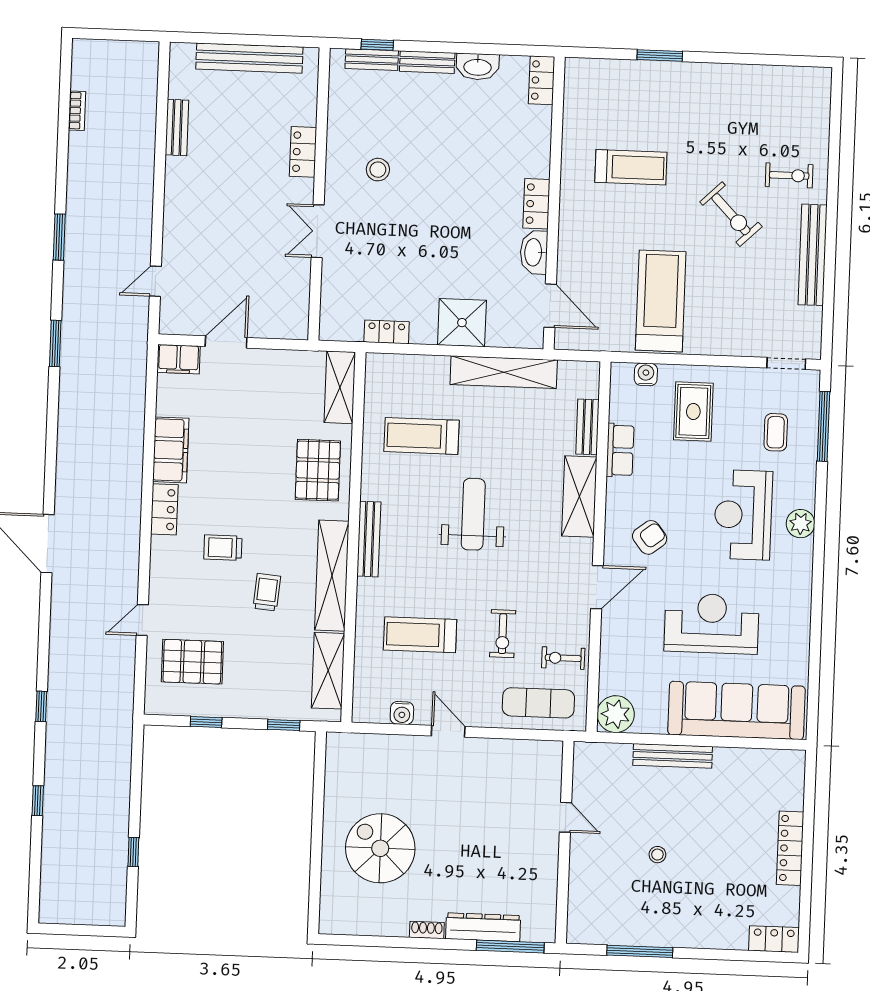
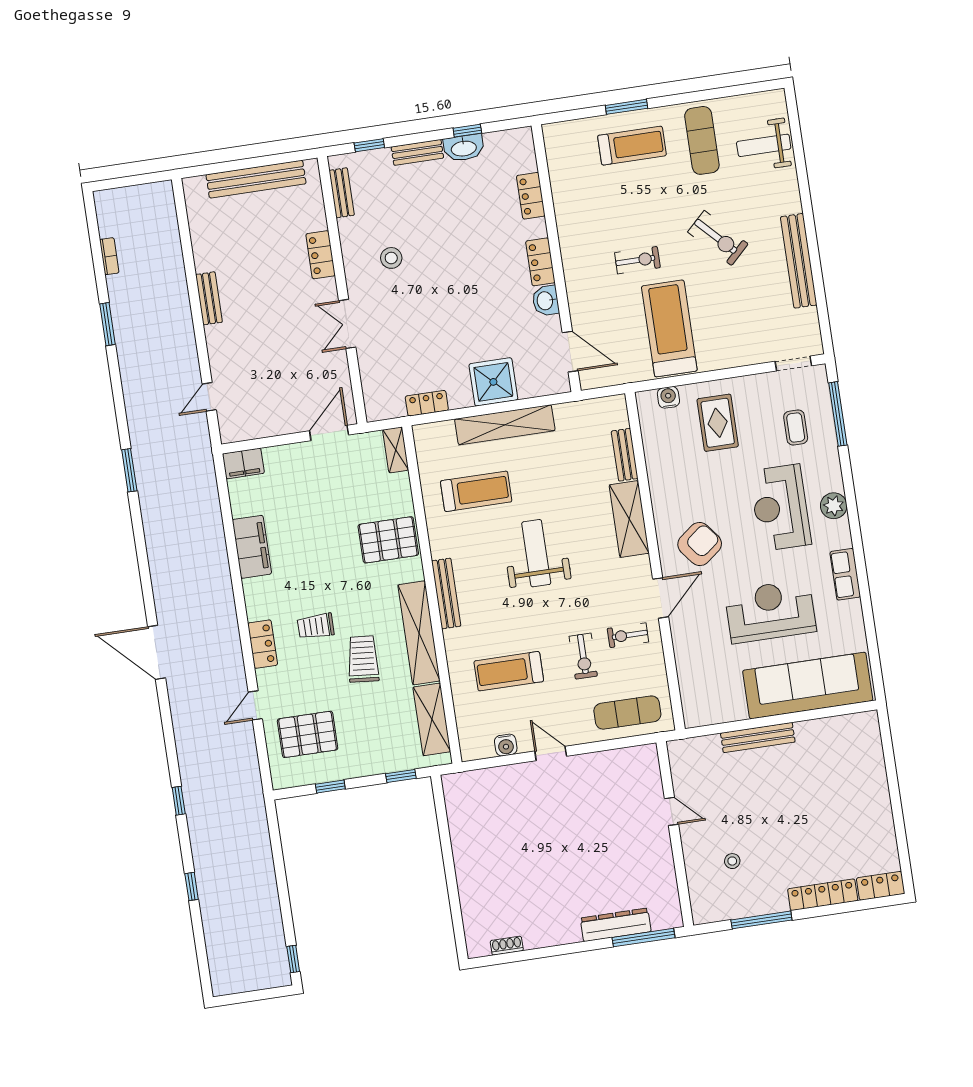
window: (485, 49) -> (467, 131), added
bench: (372, 60) -> (342, 193), moved, turned 90
locker: (542, 80) -> (531, 196), moved
exercise mat: (734, 107) -> (702, 140), added
weight bench: (799, 124) -> (764, 145), added
bench: (177, 127) -> (209, 298), moved
treadmill: (631, 167) -> (632, 146), moved
exercise bike: (789, 175) -> (637, 260), moved
window: (59, 237) -> (108, 324), moved
washbasin: (534, 252) -> (546, 301), width x0.72
door: (226, 342) -> (329, 433), moved
shelving: (504, 372) -> (505, 425), moved
shelving: (340, 387) -> (396, 450), width x0.67, depth x0.75
treadmill: (421, 436) -> (476, 491), turned 180
row of seats: (620, 450) -> (845, 574), moved, turned 180
pallet: (318, 470) -> (388, 540), turned 90
locker: (164, 509) -> (263, 644), moved
armchair: (650, 537) -> (700, 544), width x1.38, depth x1.38
trolley: (267, 592) -> (363, 659), width x1.36, depth x1.39
exercise bike: (563, 658) -> (628, 635), moved
plant: (616, 714) -> (699, 710), removed
spiral stairs: (380, 848) -> (509, 871), removed
locker: (790, 848) -> (823, 895), moved, turned 90
window: (133, 852) -> (293, 959), moved
stool: (657, 855) -> (732, 861), moved
shoe rack: (427, 930) -> (507, 946), moved

